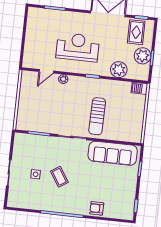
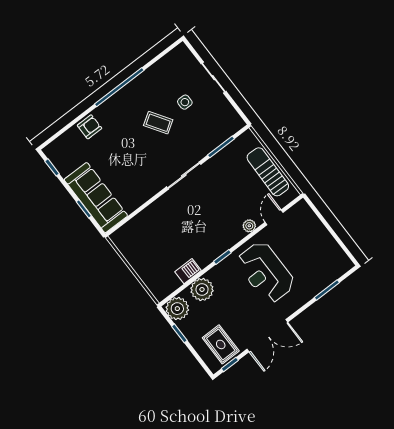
reception desk: (78, 47) -> (266, 272), turned 90
plant: (143, 56) -> (177, 309), moved
barbecue: (139, 88) -> (188, 271), moved
sun lounger: (97, 116) -> (268, 172), moved
sofa: (113, 153) -> (96, 198), moved, turned 90

